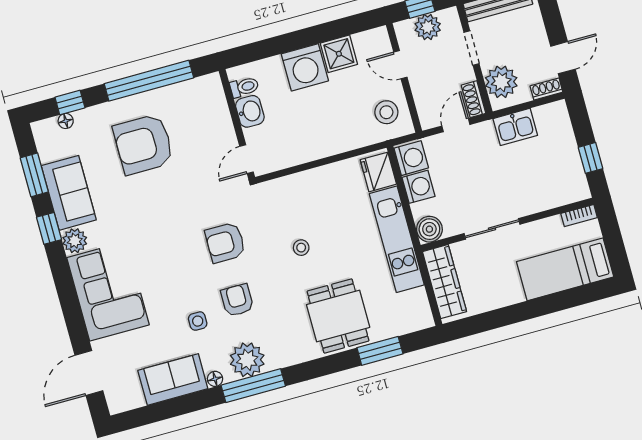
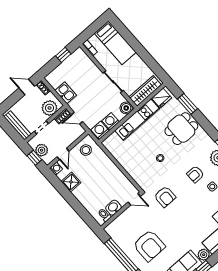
washing machine: (305, 67) -> (56, 169), moved, width x0.53, depth x0.53
fridge: (378, 172) -> (162, 98), moved
armchair: (225, 243) -> (165, 197), moved

